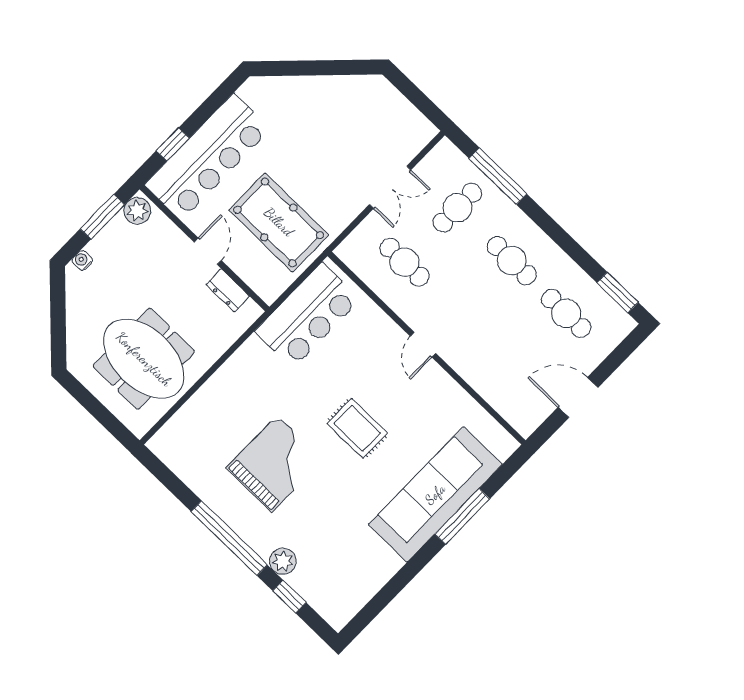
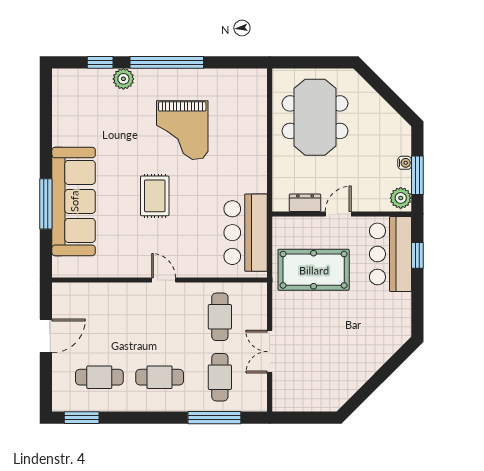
bar counter: (208, 157) -> (390, 254), width x0.73
door: (208, 251) -> (338, 214), swing flipped
water cooler: (82, 260) -> (405, 163), moved
cafe table: (405, 262) -> (220, 317), turned 90
meeting table: (144, 359) -> (315, 117), turned 90
rug: (357, 428) -> (155, 196), turned 90

